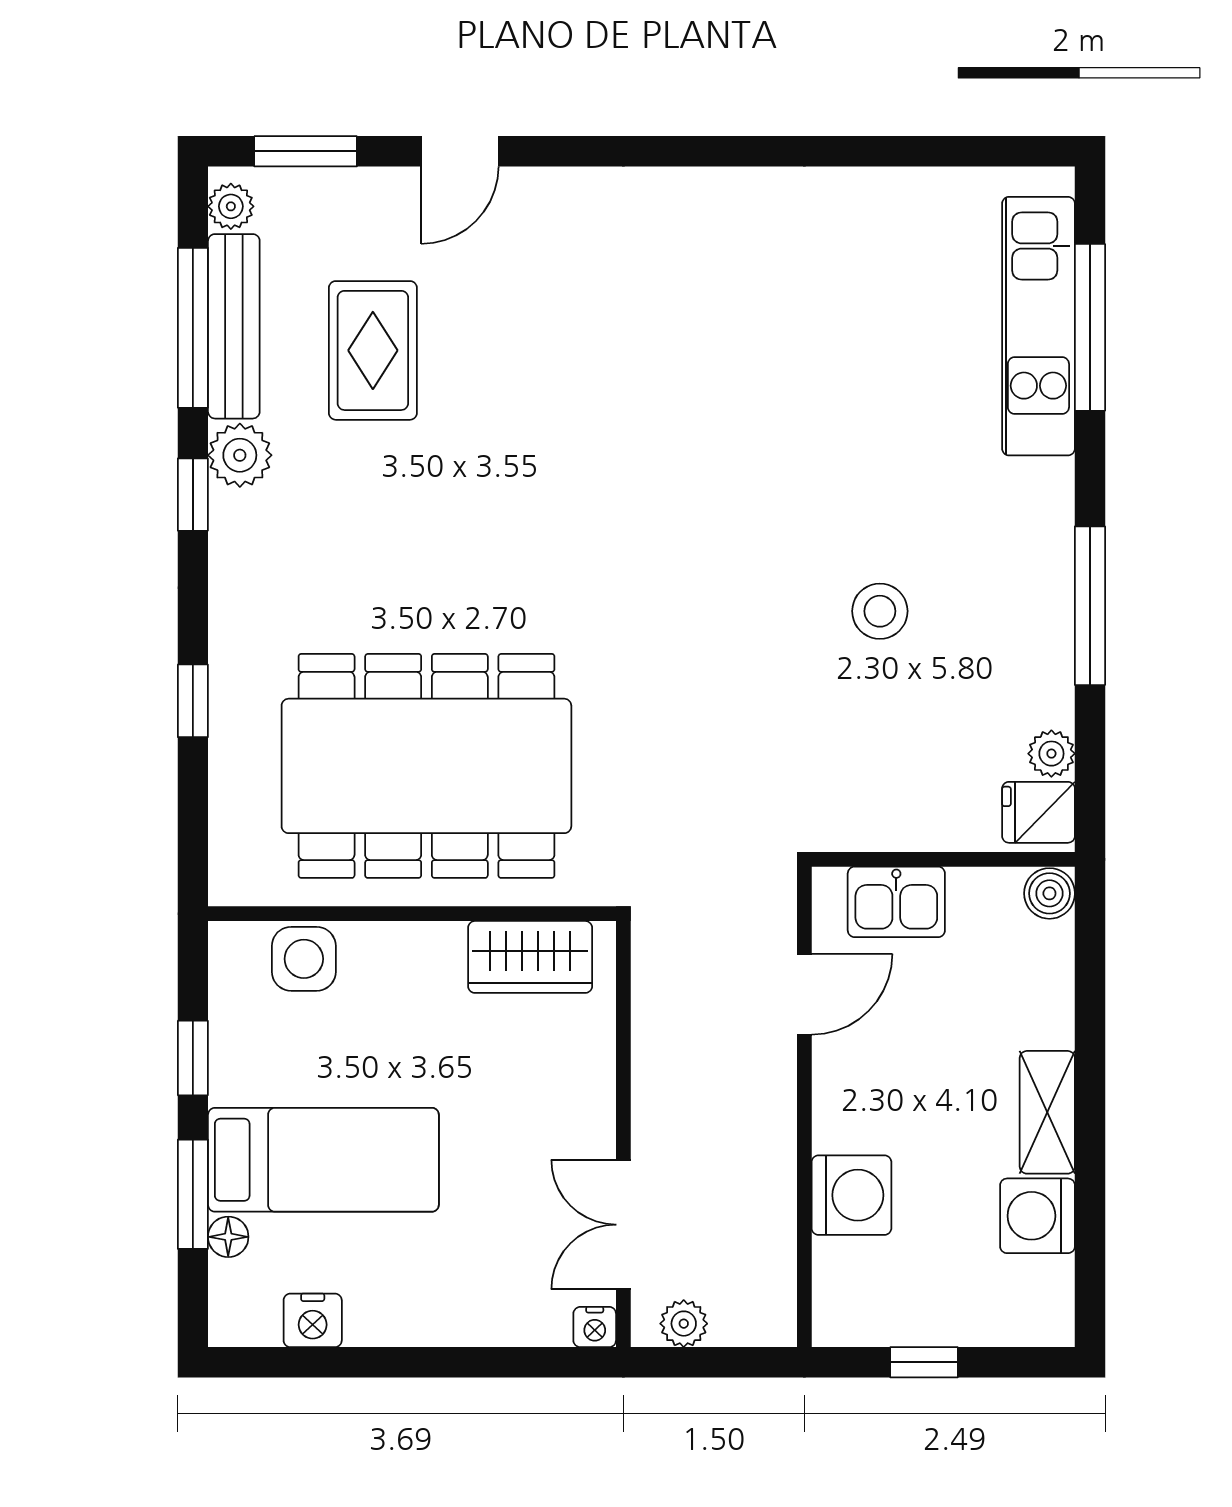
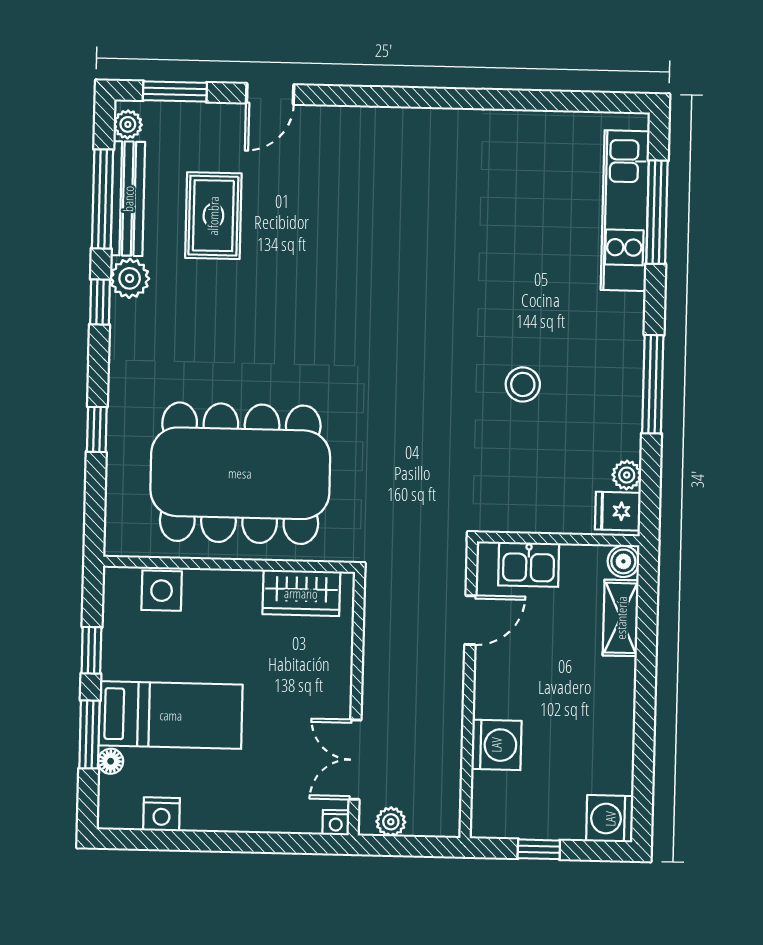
shelving: (1047, 1112) -> (621, 618), moved
washing machine: (1037, 1216) -> (610, 819), moved

